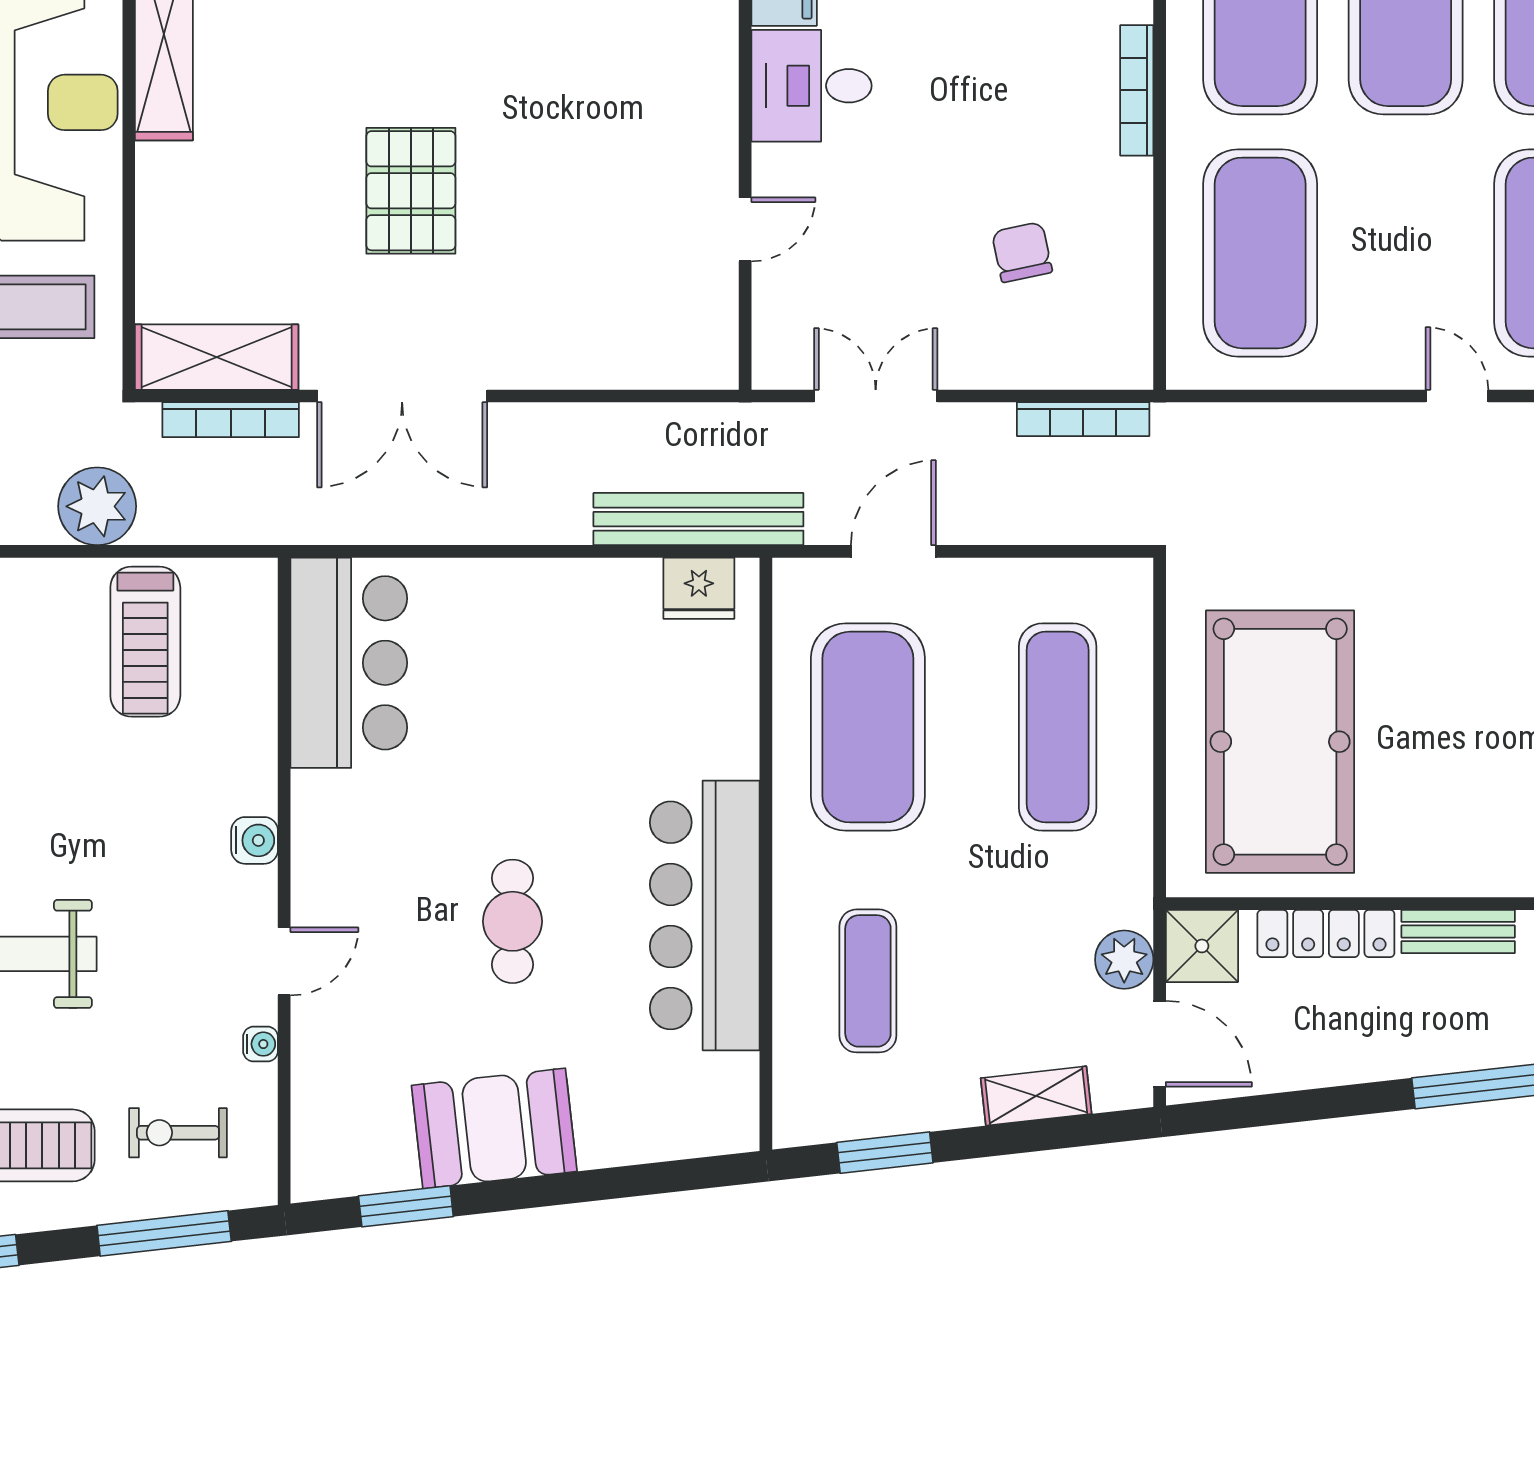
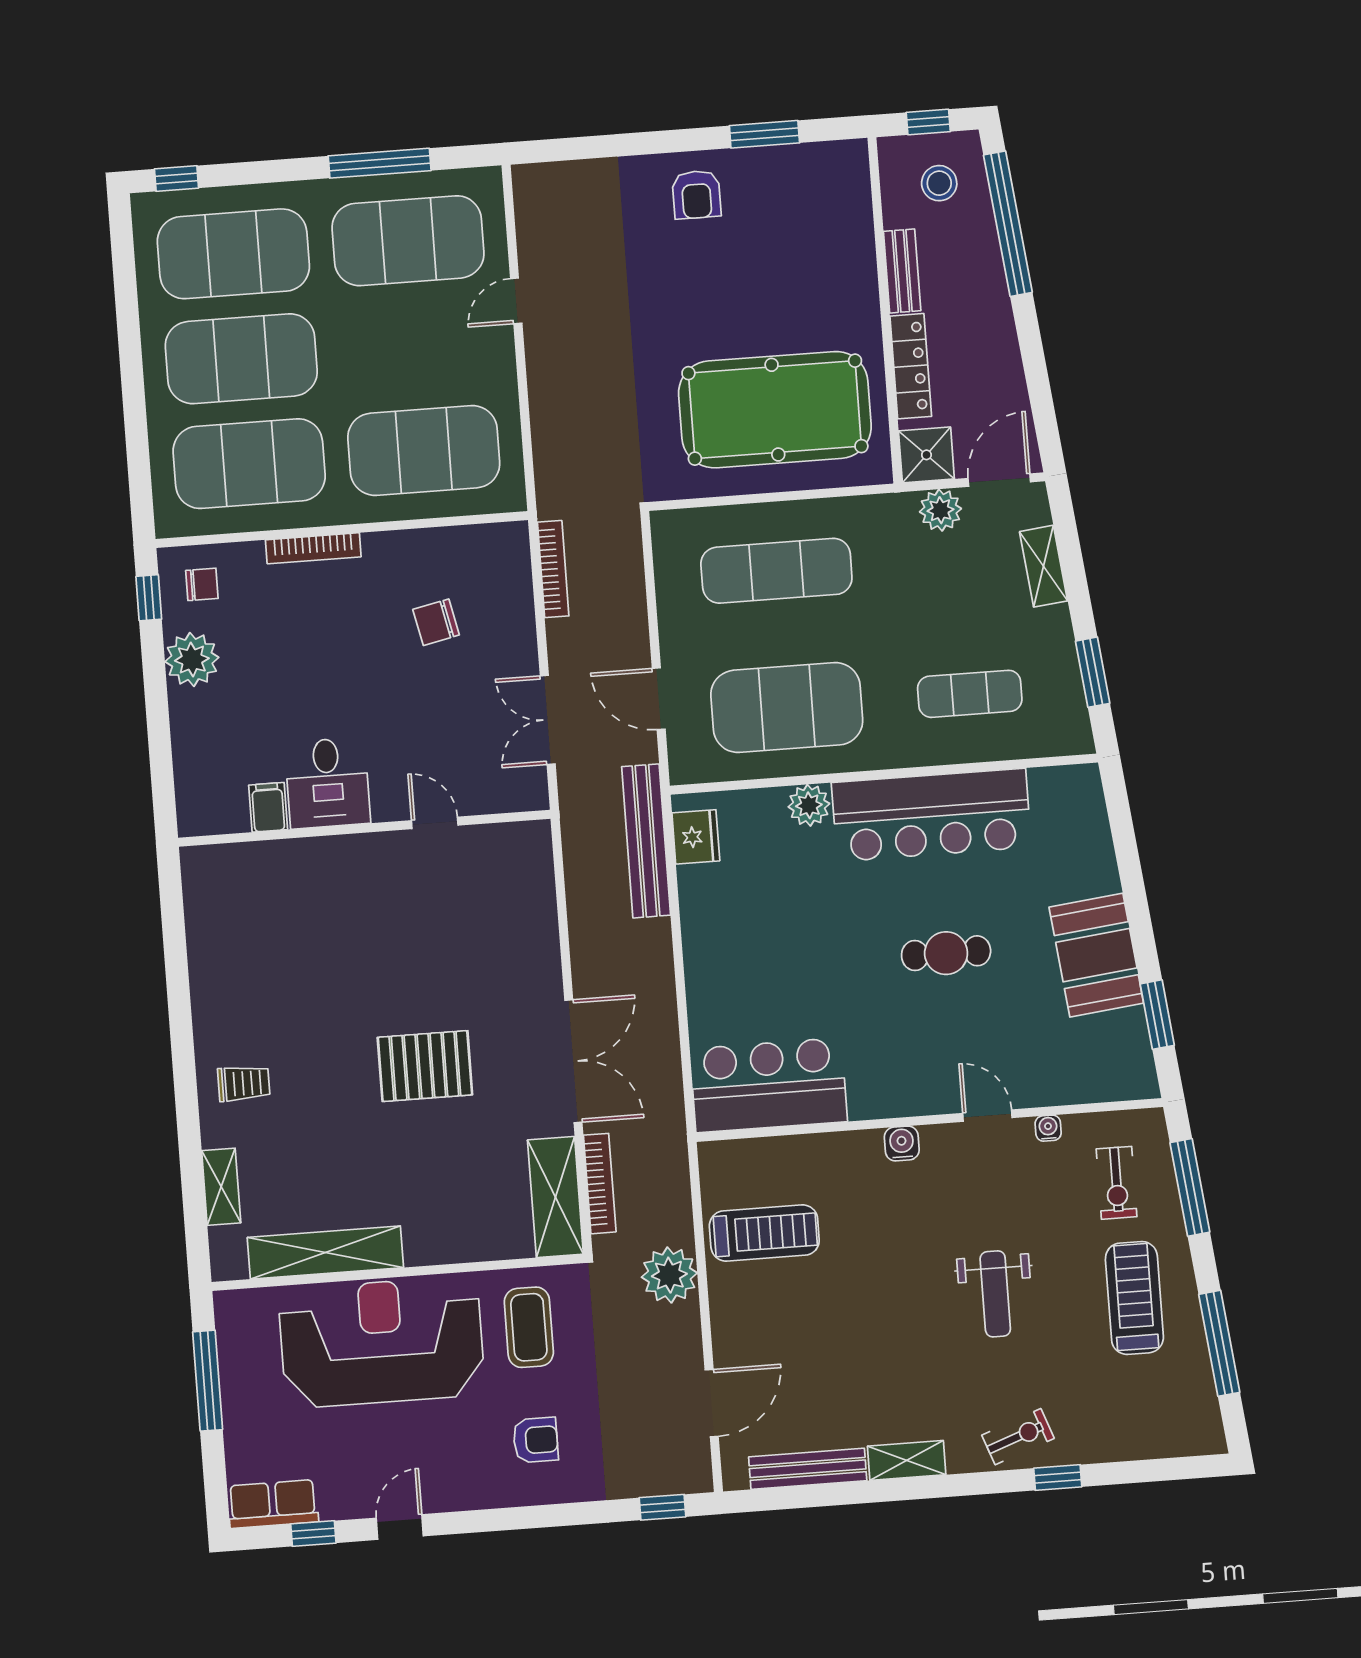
plant: (731, 747) -> (809, 805), added

